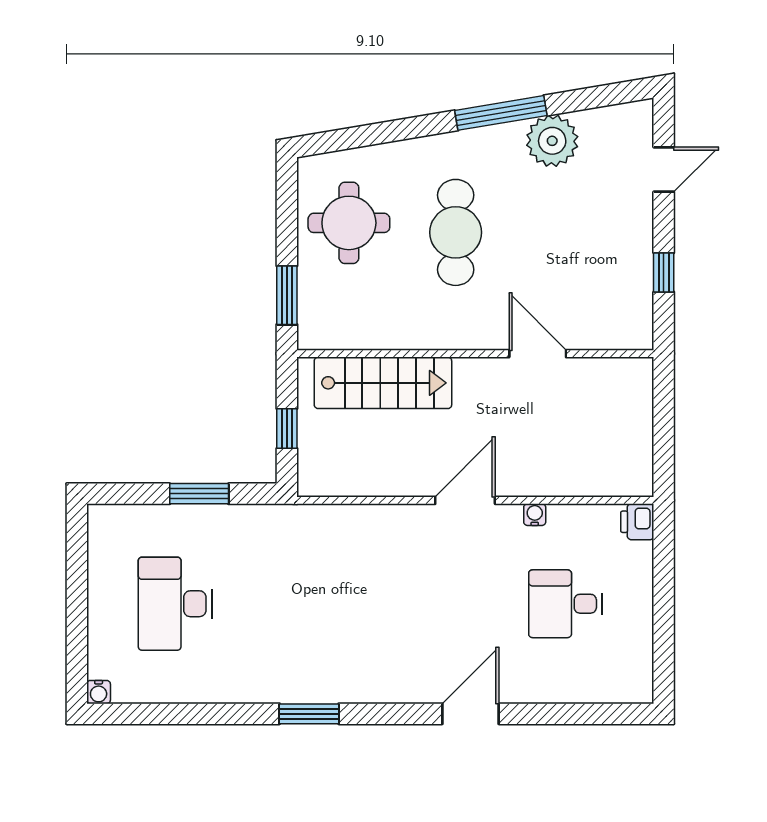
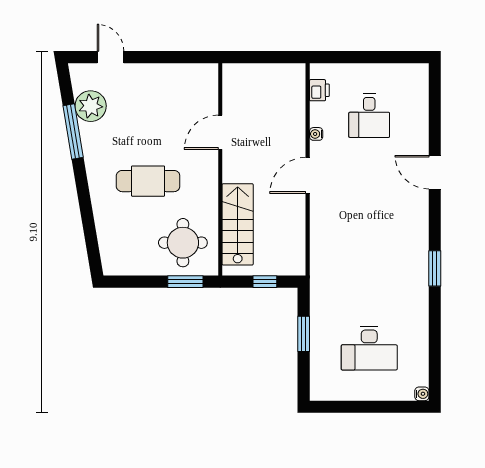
window: (501, 113) -> (73, 131), moved
plant: (552, 141) -> (91, 106), moved
round table: (349, 223) -> (183, 243), moved
window: (664, 272) -> (172, 57), removed
door: (465, 500) -> (308, 175), hinge flipped
printer: (637, 522) -> (319, 90), moved, turned -90

